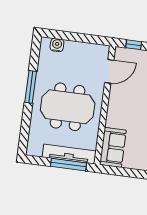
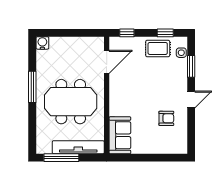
water cooler: (57, 45) -> (42, 43), moved
window: (68, 165) -> (61, 158), moved

